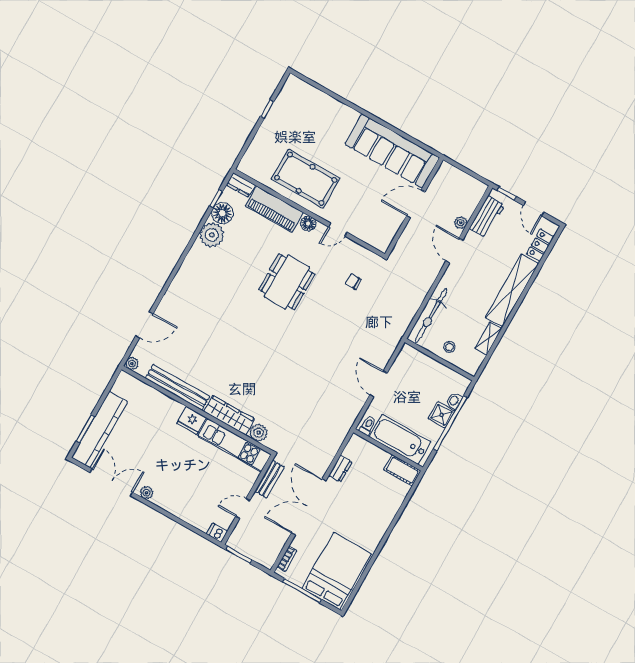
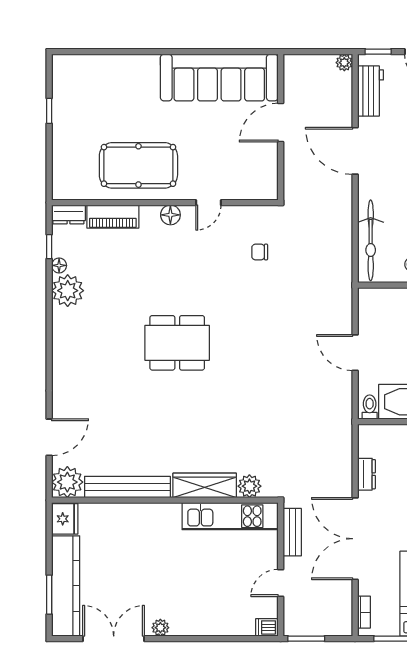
piano: (274, 209) -> (113, 217), width x0.73, depth x0.75
floor lamp: (222, 213) -> (59, 265), width x0.53, depth x0.53
plant: (461, 223) -> (344, 63), moved
door: (454, 251) -> (355, 151), width x1.36
dining table: (287, 282) -> (177, 343), moved, turned 90
plant: (132, 364) -> (67, 482), width x1.88, depth x1.88
fridge: (192, 421) -> (65, 519), moved, turned -90

